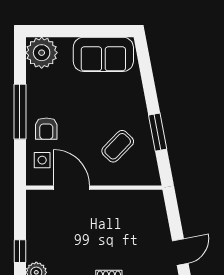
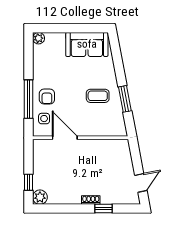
plant: (42, 53) -> (39, 38), width x0.53, depth x0.53
window: (20, 112) -> (29, 99), moved
coffee table: (118, 146) -> (98, 96), moved, turned 46

